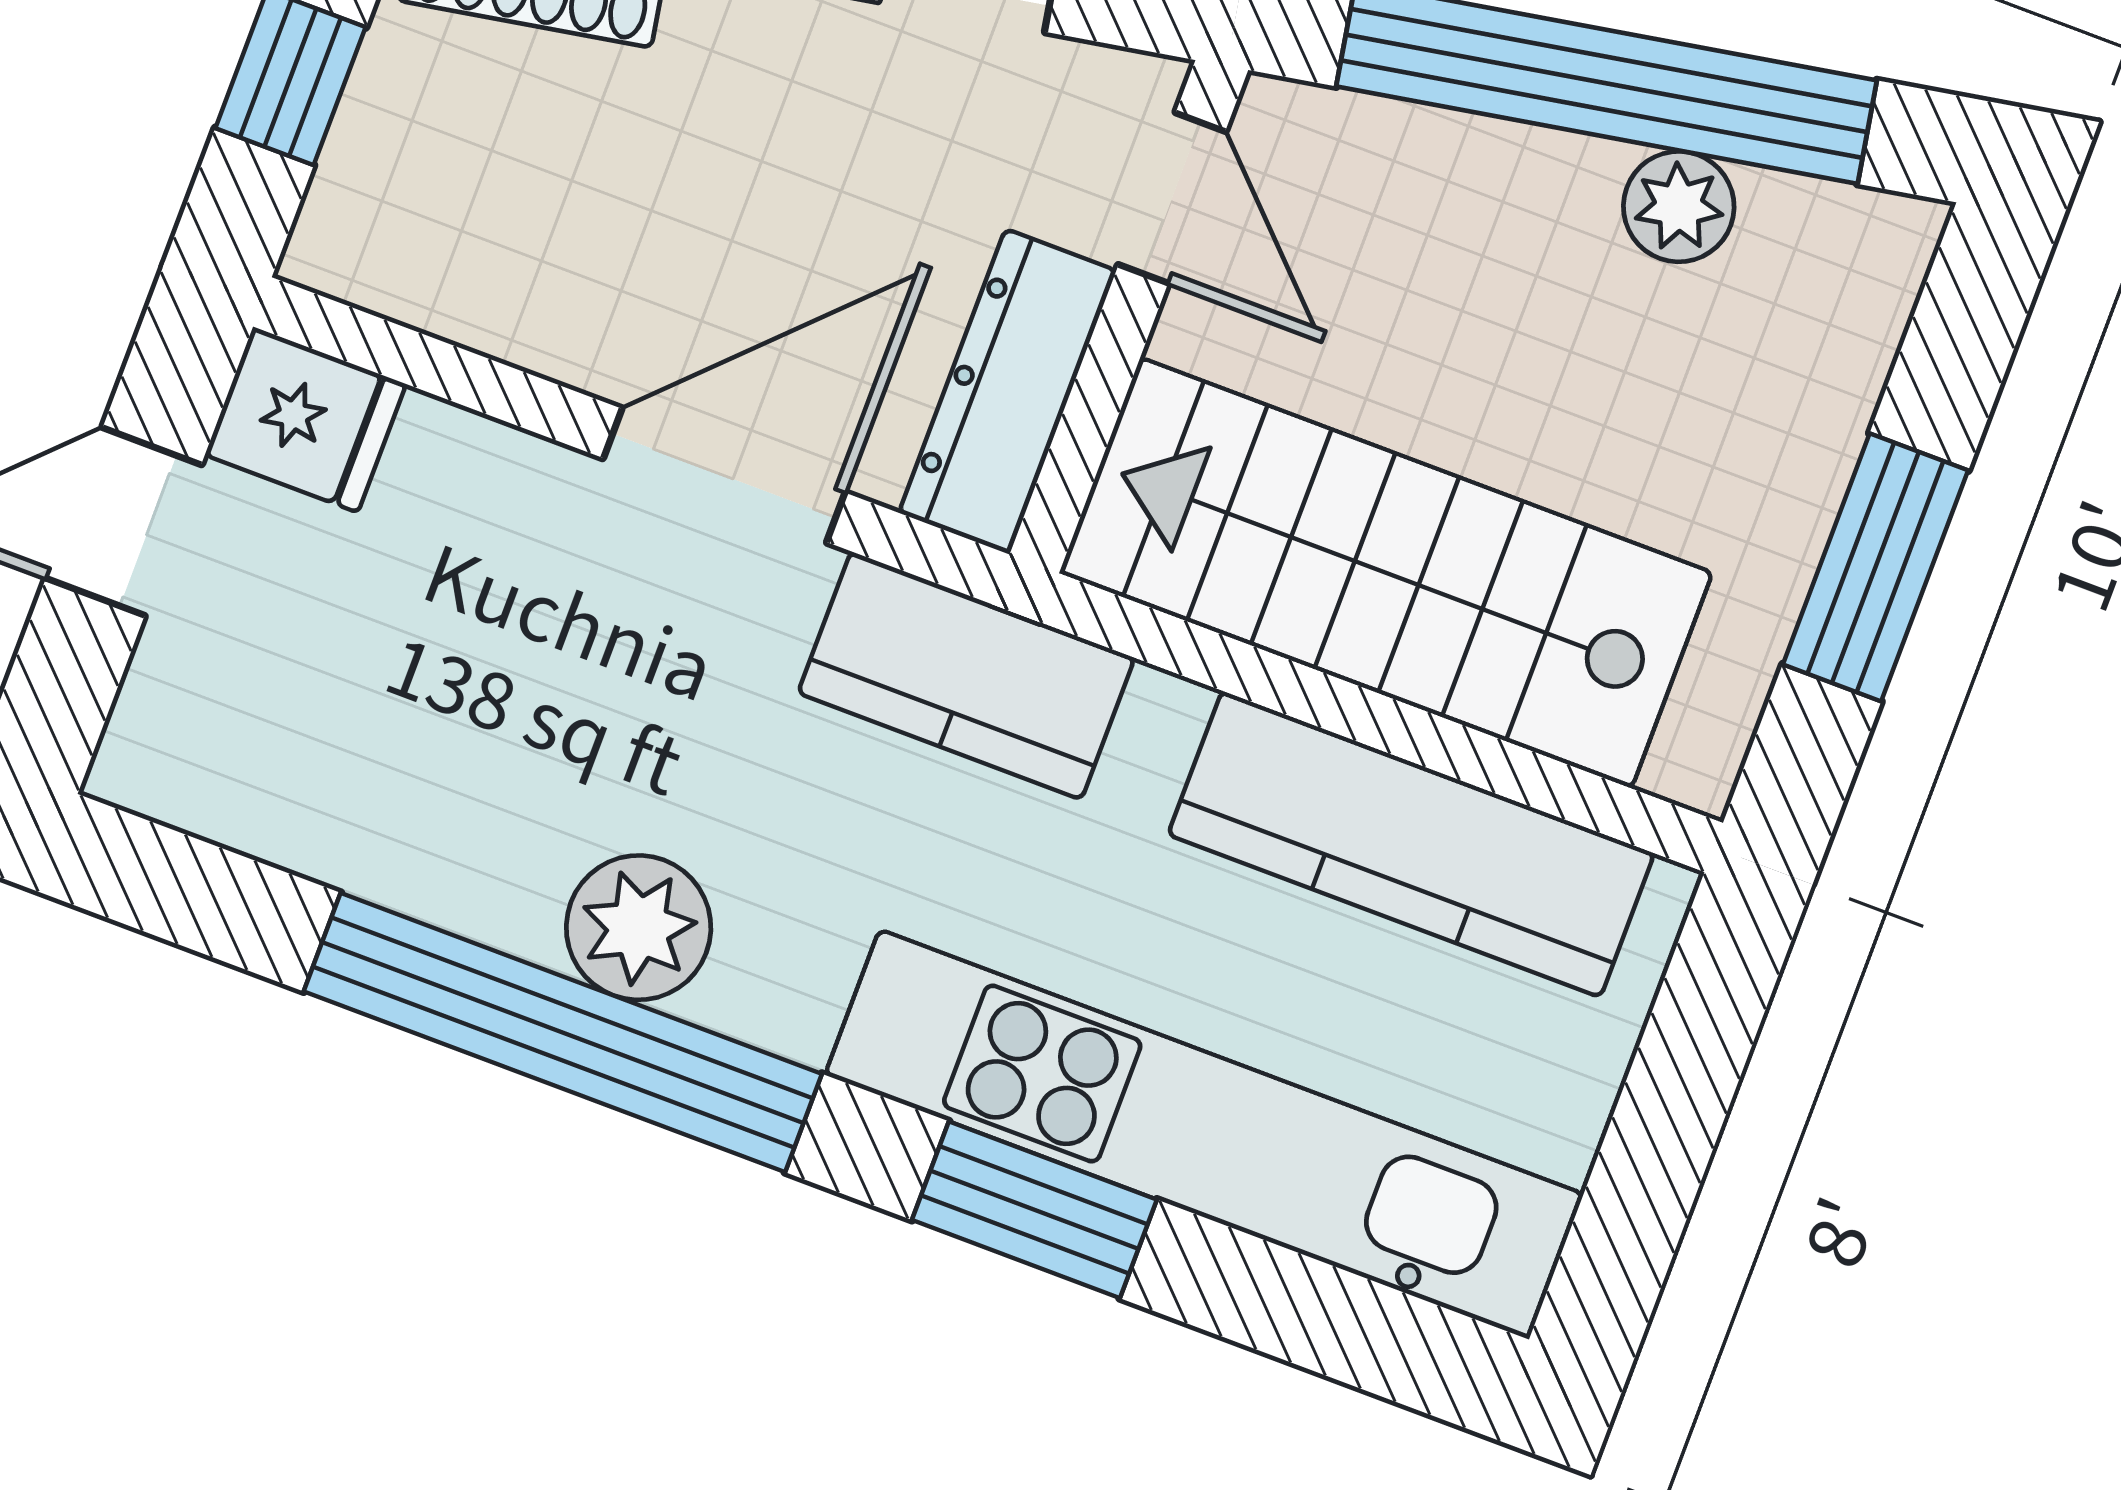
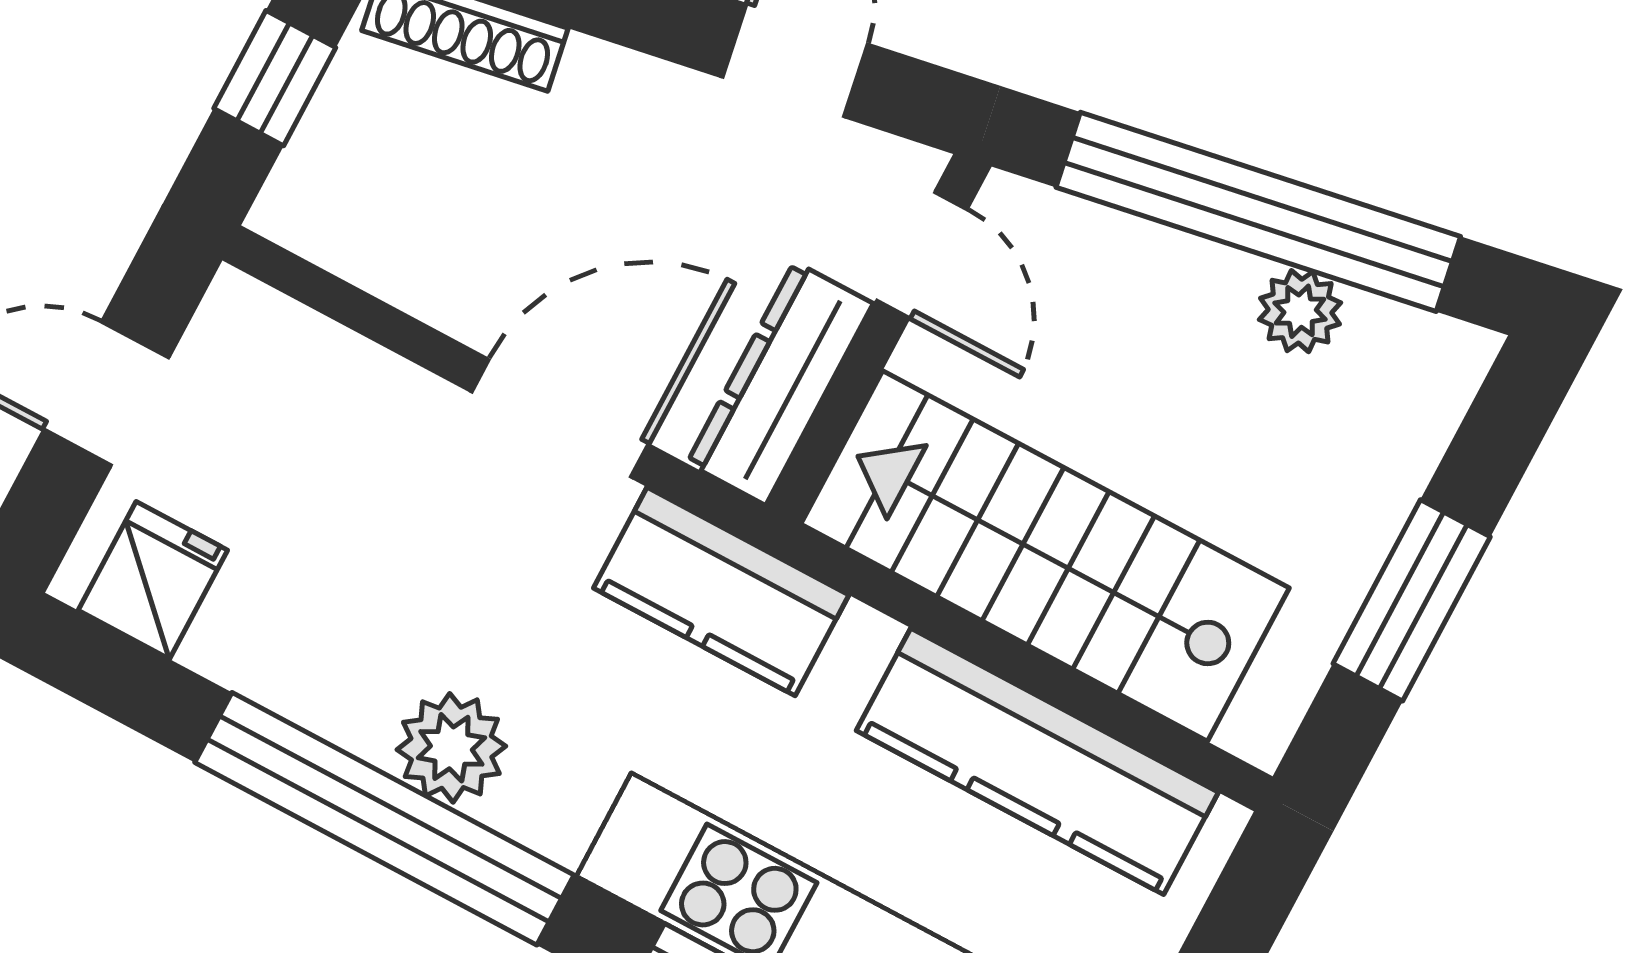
fridge: (306, 420) -> (153, 580), moved, turned -90

